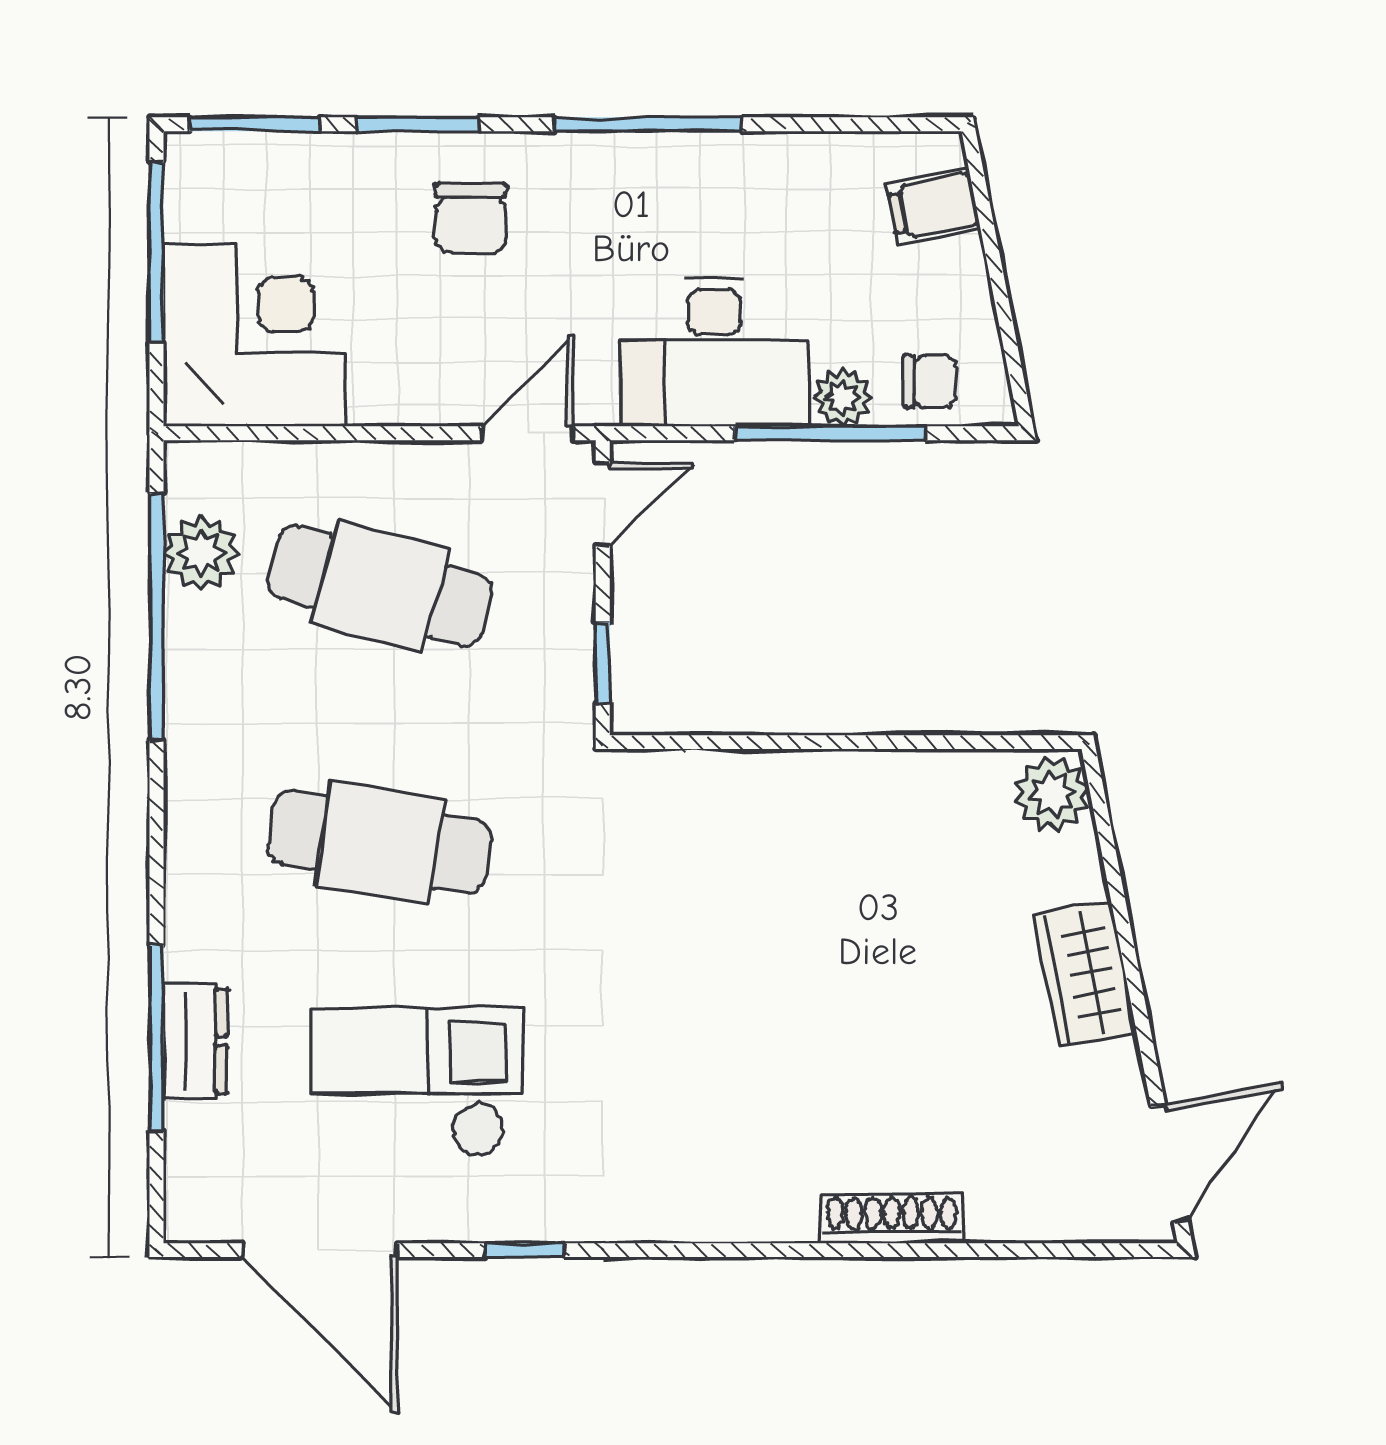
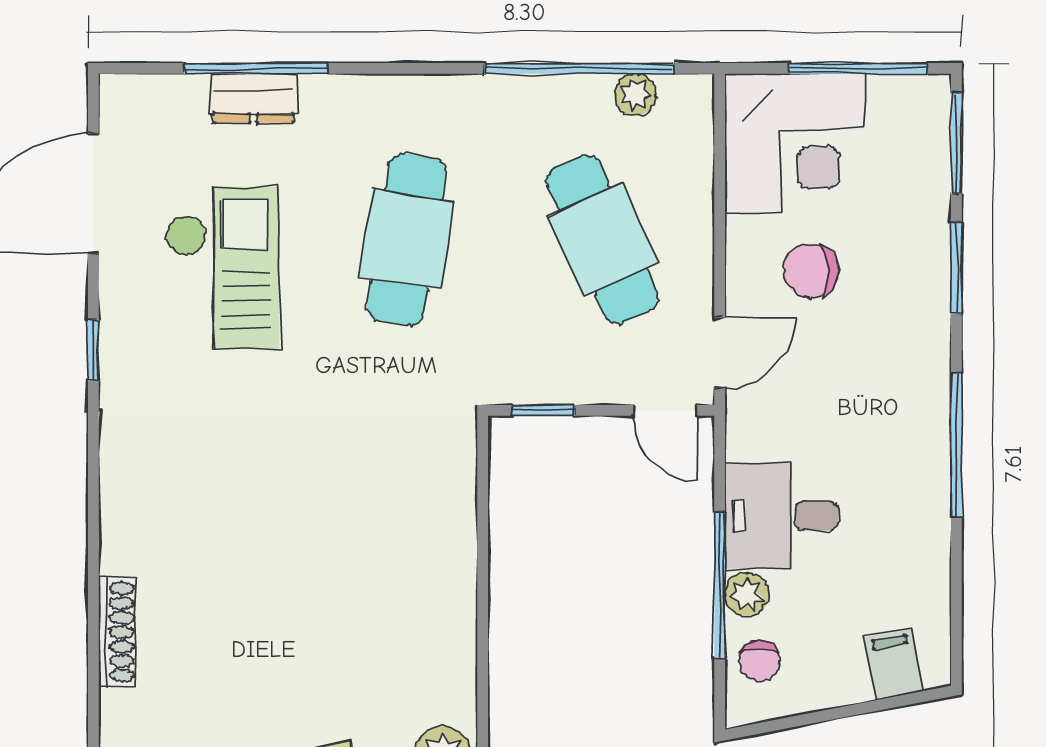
chair: (471, 218) -> (811, 271), moved
desk: (714, 352) -> (782, 516), width x0.73
door: (527, 433) -> (720, 353), hinge flipped
plant: (201, 553) -> (635, 95), width x0.73, depth x0.73
cafe table: (380, 586) -> (602, 239), turned -39

